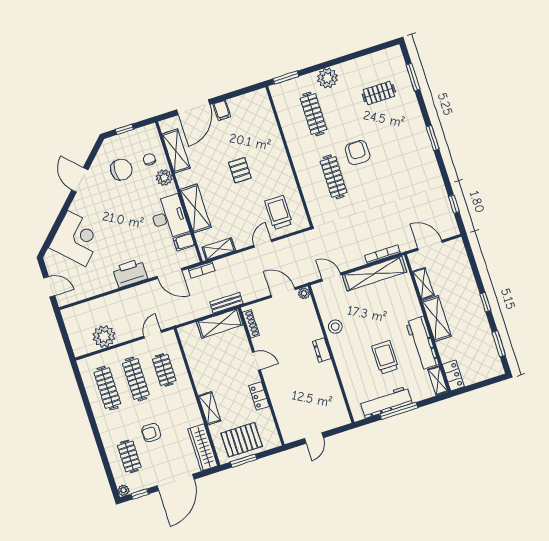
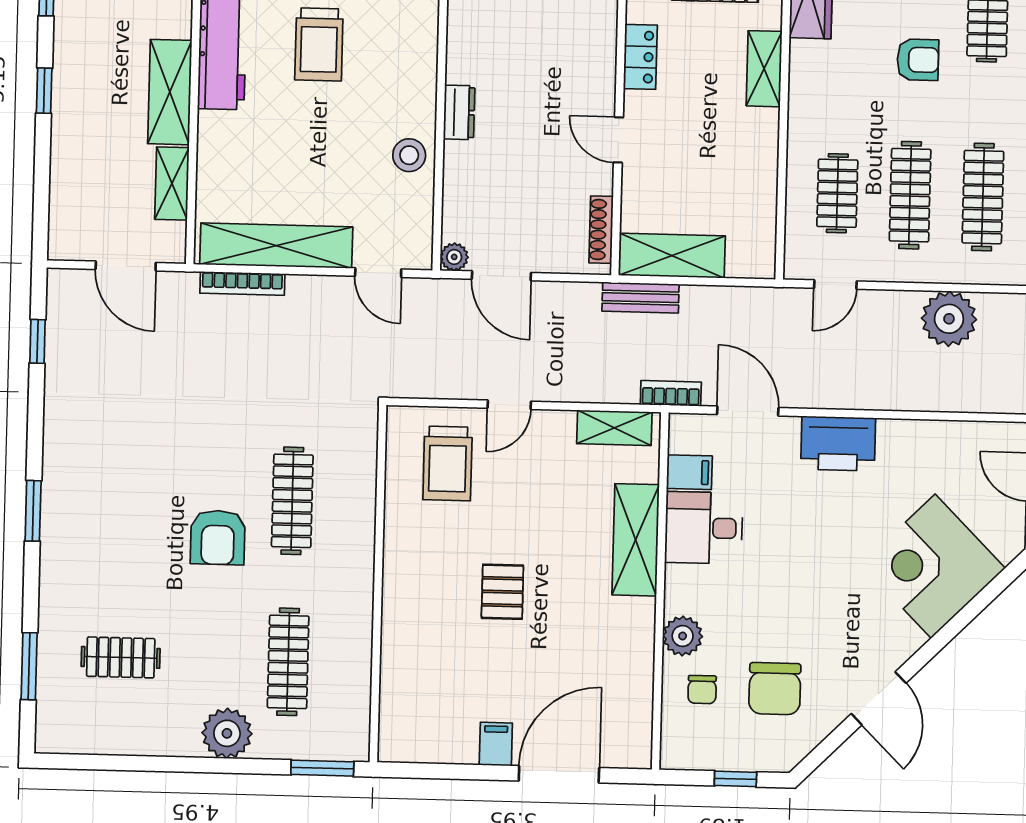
shelving: (176, 151) -> (634, 687), removed
chair: (121, 170) -> (775, 689), turned -90
desk: (169, 217) -> (704, 528), width x0.73

